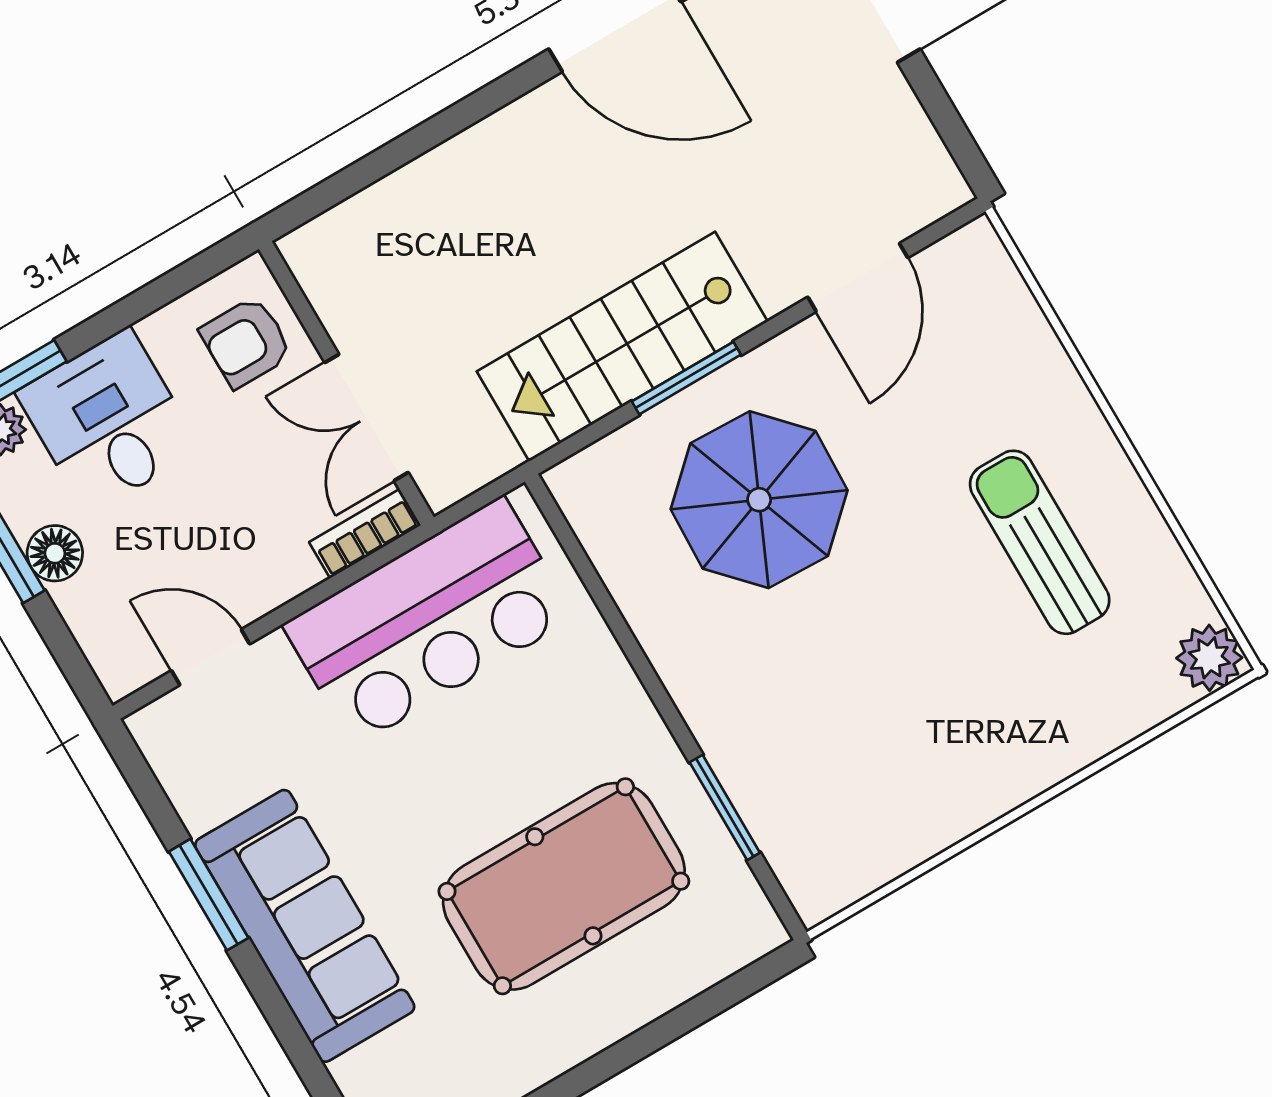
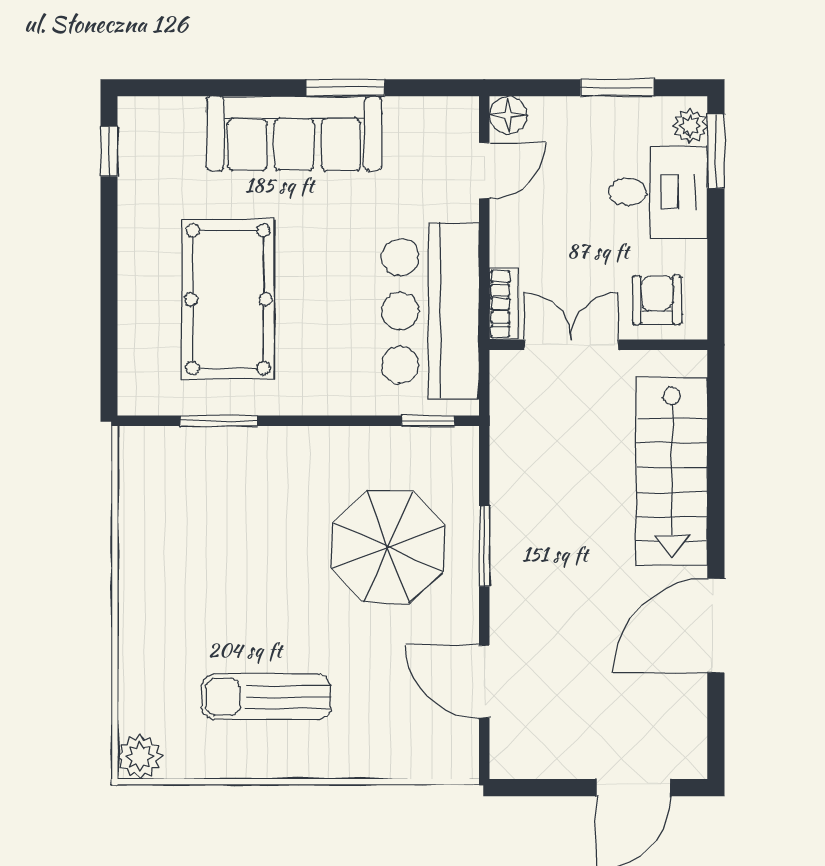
stairs: (622, 347) -> (672, 471), moved, turned 180
window: (569, 542) -> (428, 421), added
sun lounger: (1040, 542) -> (266, 697), turned 180
floor lamp: (55, 553) -> (508, 115), moved

